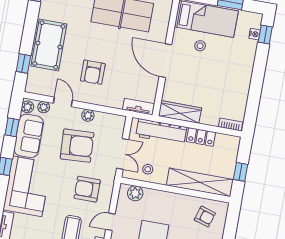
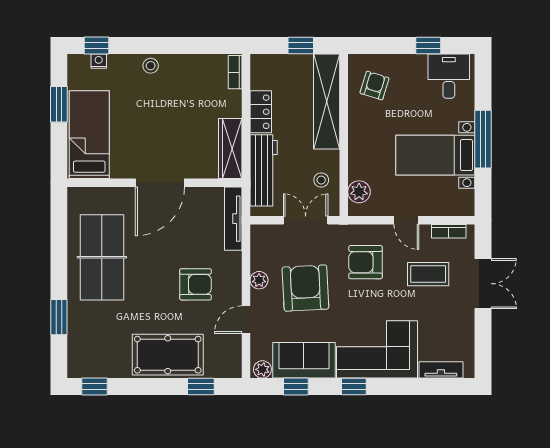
stool: (200, 46) -> (151, 66), moved
plant: (44, 107) -> (259, 346), removed
tv unit: (139, 107) -> (233, 219), width x1.41
armchair: (87, 189) -> (366, 262), turned 90

